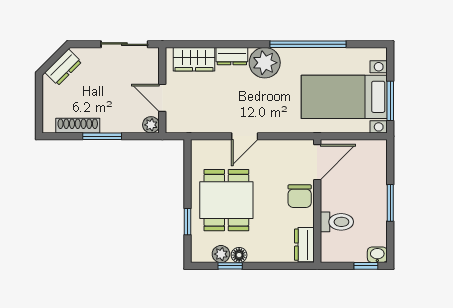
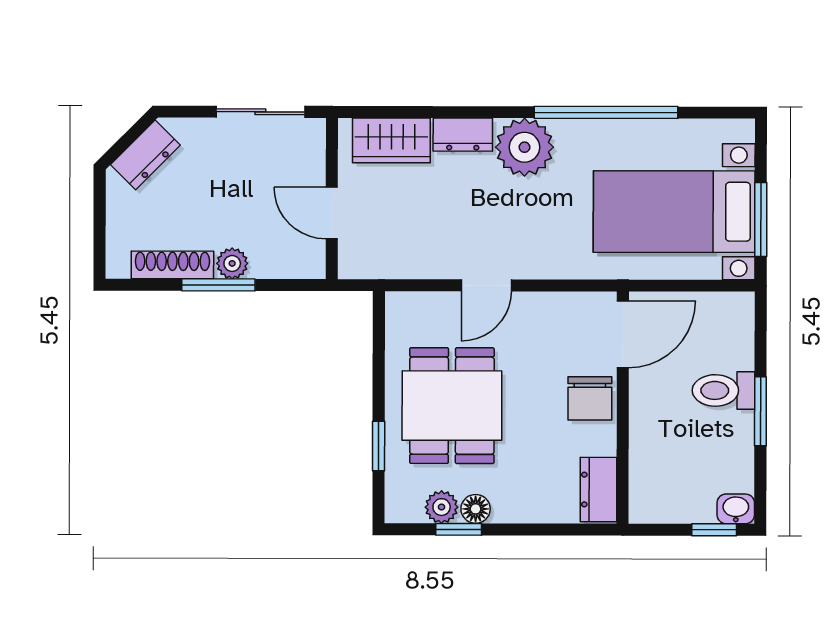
plant: (151, 125) -> (232, 263), moved
toilet: (337, 222) -> (723, 390), moved, turned 180

